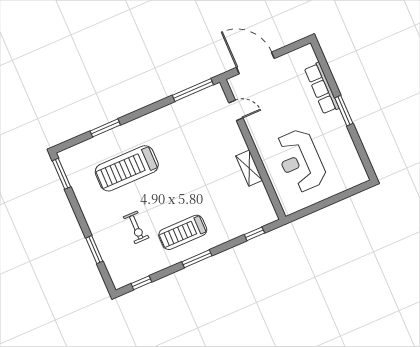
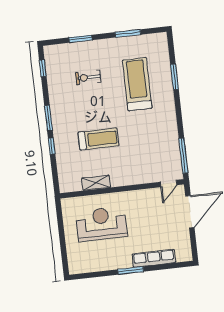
door: (236, 110) -> (169, 183), moved
shelving: (249, 168) -> (96, 183), moved
window: (62, 174) -> (128, 33), moved
treadmill: (183, 232) -> (98, 139), moved, turned 90
window: (254, 234) -> (52, 146), moved

